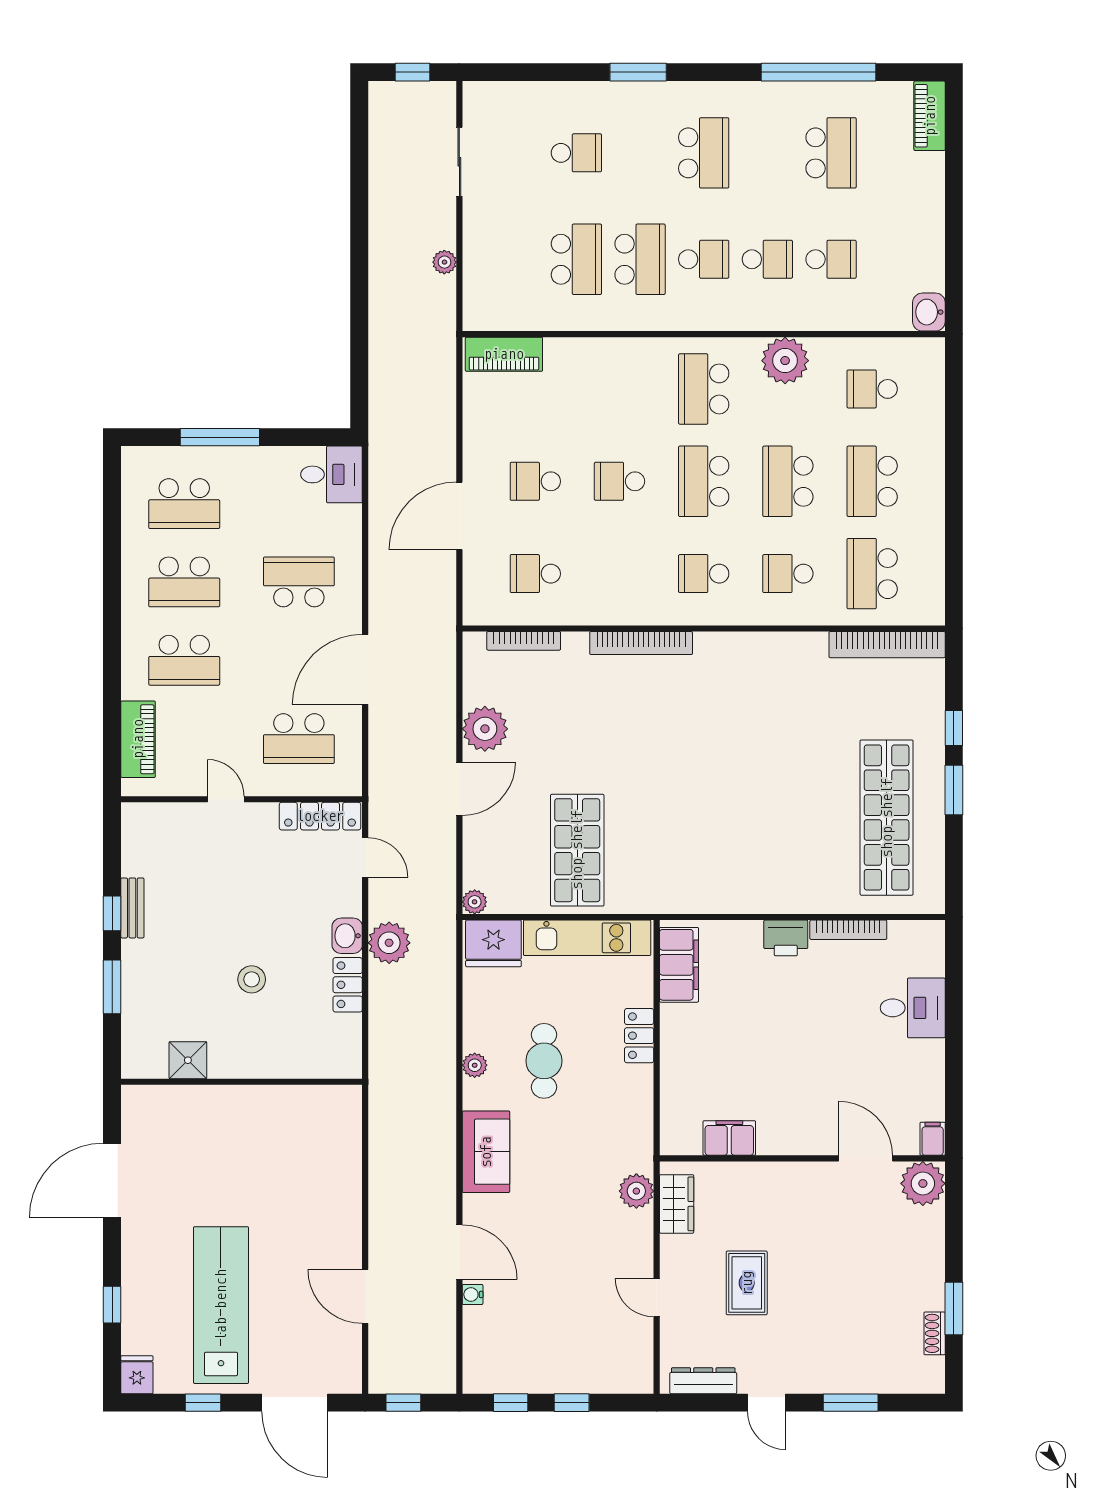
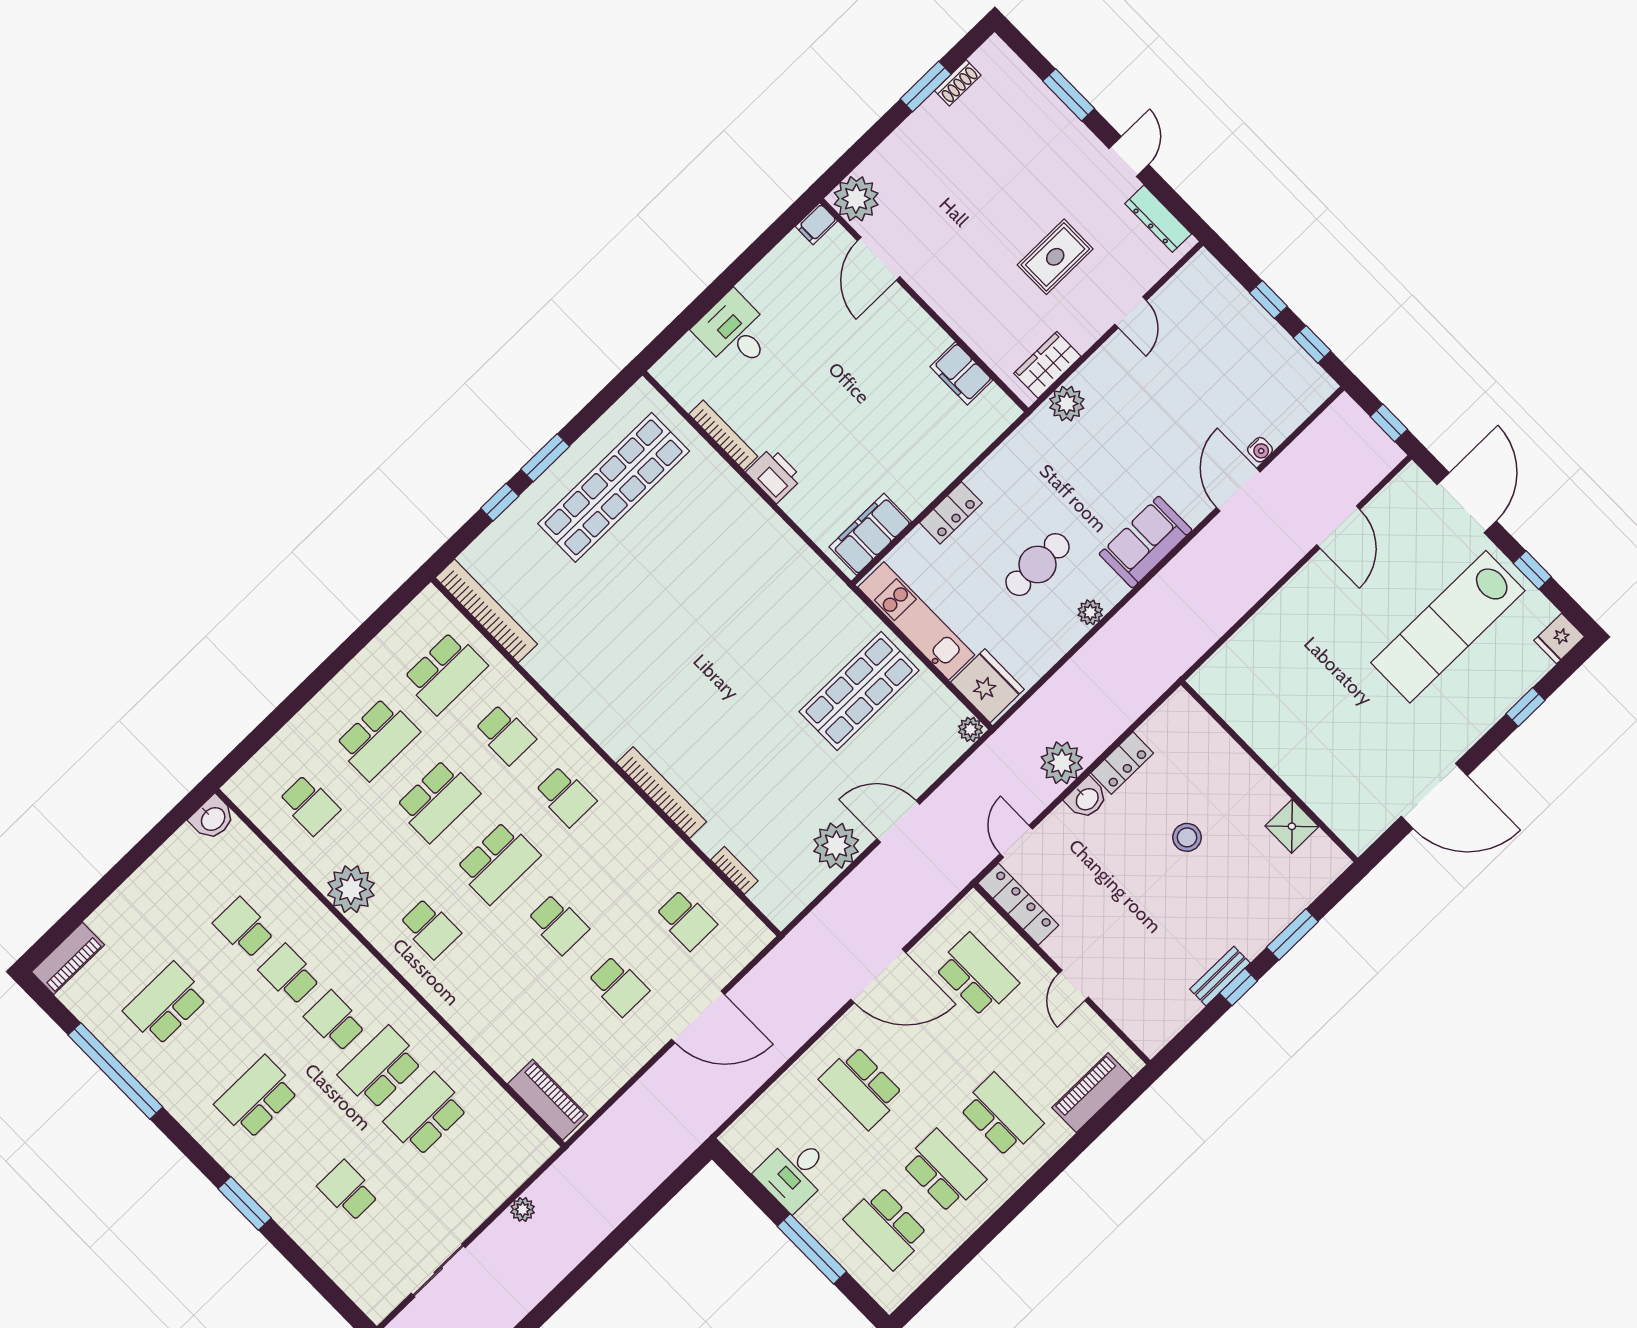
school desk: (704, 389) -> (430, 928), width x0.54
desk: (332, 474) -> (794, 1173), moved, turned -90
school desk: (184, 504) -> (886, 1227), turned 180
bookcase: (524, 641) -> (734, 870), width x0.64

